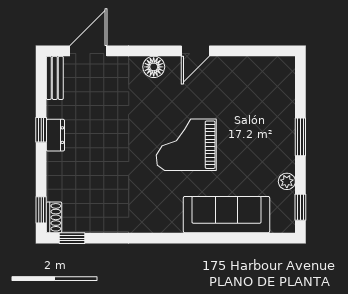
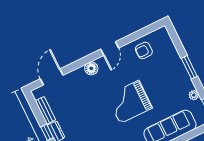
bench: (55, 78) -> (45, 110), moved
armchair: (245, 79) -> (144, 50), added

